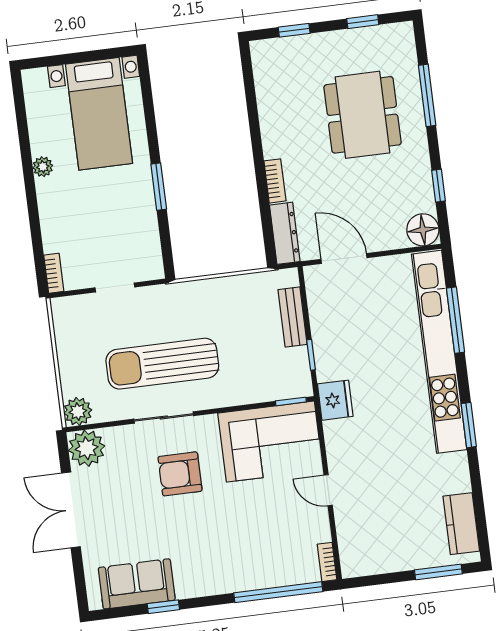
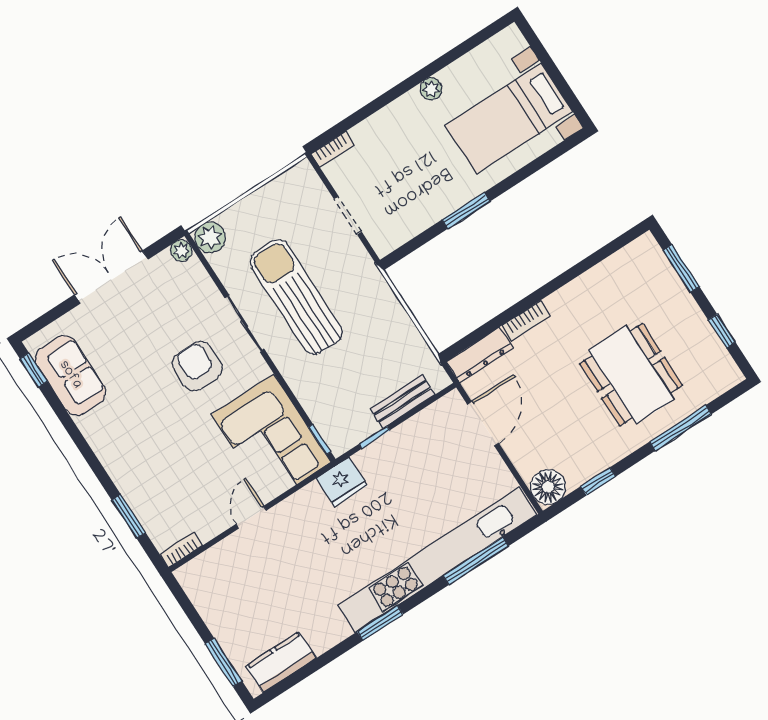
window: (294, 30) -> (681, 269), width x1.50
dining table: (363, 115) -> (631, 375), turned 90
plant: (87, 448) -> (181, 250), width x0.53, depth x0.53
window: (278, 592) -> (129, 517), width x0.47
window: (163, 607) -> (34, 370), moved

